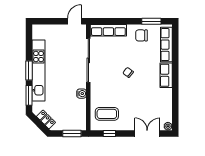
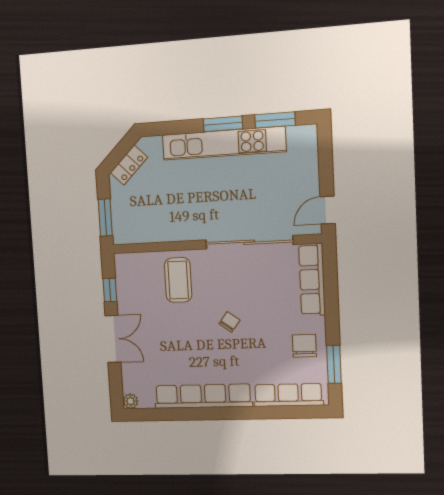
door: (75, 21) -> (328, 210), swing flipped
row of seats: (166, 75) -> (203, 396), width x2.02
water cooler: (82, 94) -> (183, 232), removed
window: (29, 95) -> (275, 120), moved
coffee table: (107, 114) -> (178, 280), moved
double door: (147, 133) -> (113, 339), moved

